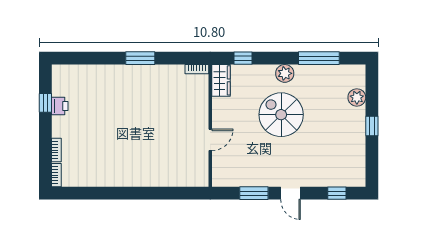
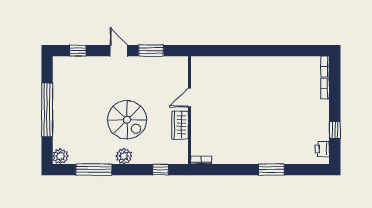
window: (140, 58) -> (271, 170), moved
wardrobe: (221, 80) -> (180, 125), moved
plant: (357, 97) -> (60, 156), moved
printer: (60, 106) -> (322, 149), moved
window: (372, 126) -> (47, 110), width x3.17

